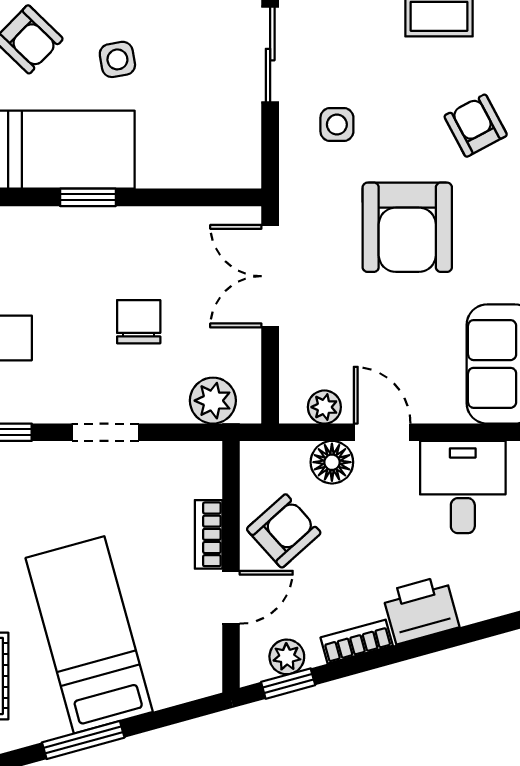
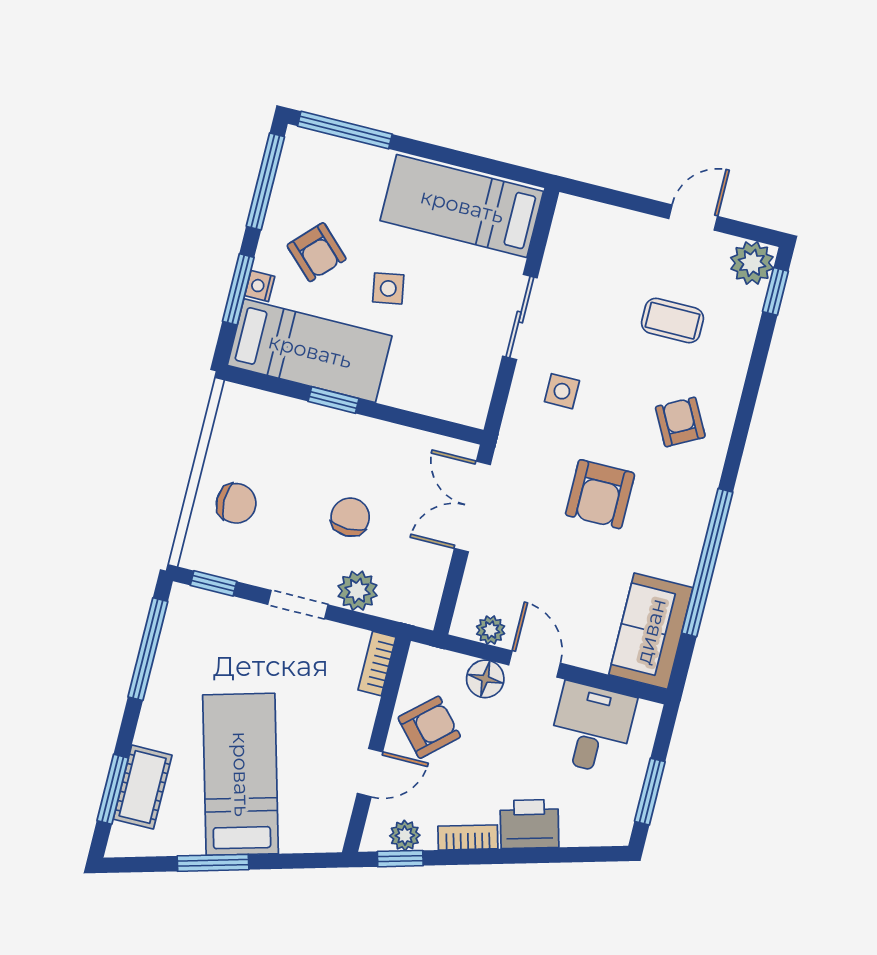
armchair: (407, 227) -> (600, 494), width x0.73, depth x0.73
plant: (213, 401) -> (358, 591), moved
bookcase: (209, 534) -> (377, 664), moved

